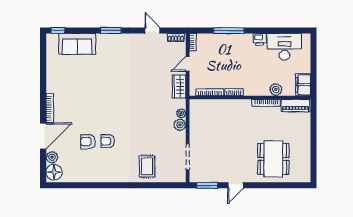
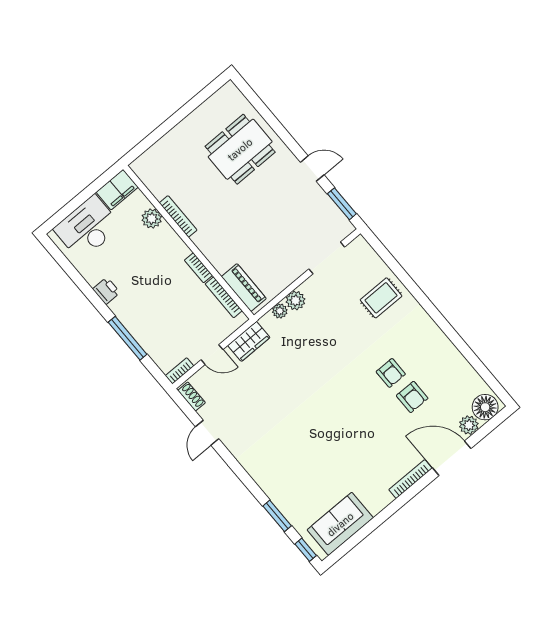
window: (111, 30) -> (277, 516), moved
sofa: (77, 44) -> (340, 524), moved, turned -90
desk: (284, 47) -> (87, 228), moved, turned 90
piano: (295, 106) -> (244, 288), moved

